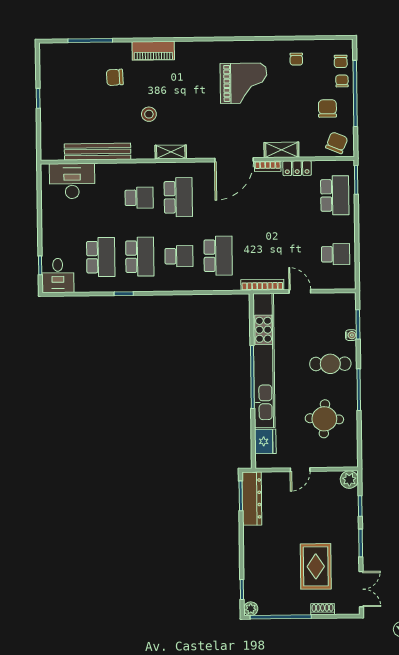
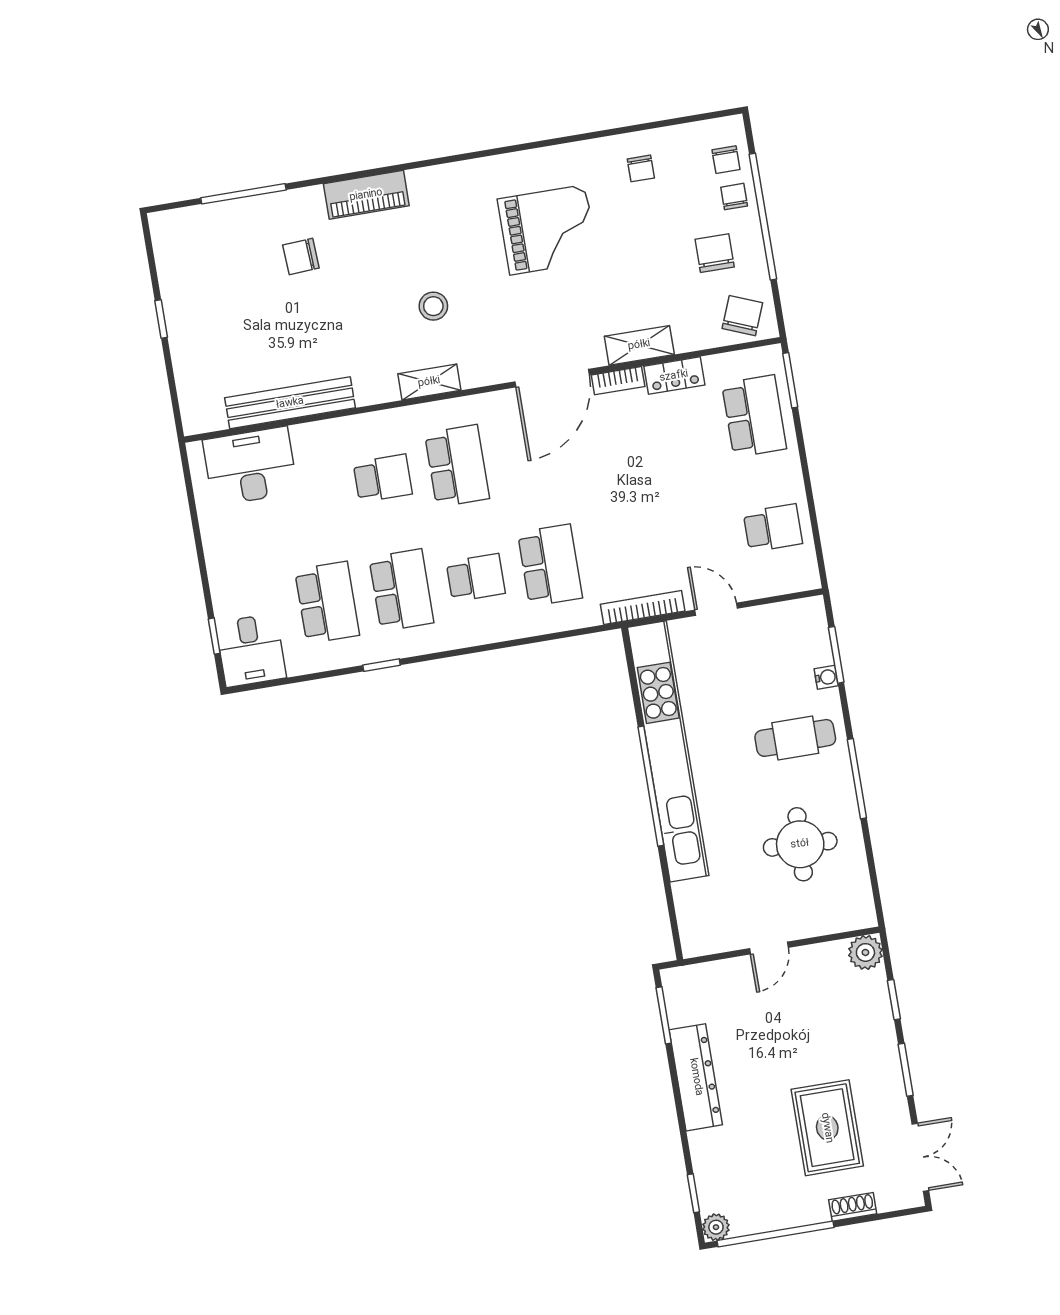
stool: (149, 114) -> (433, 306), moved
fridge: (265, 441) -> (694, 905), removed
dresser: (252, 499) -> (696, 1077), moved

